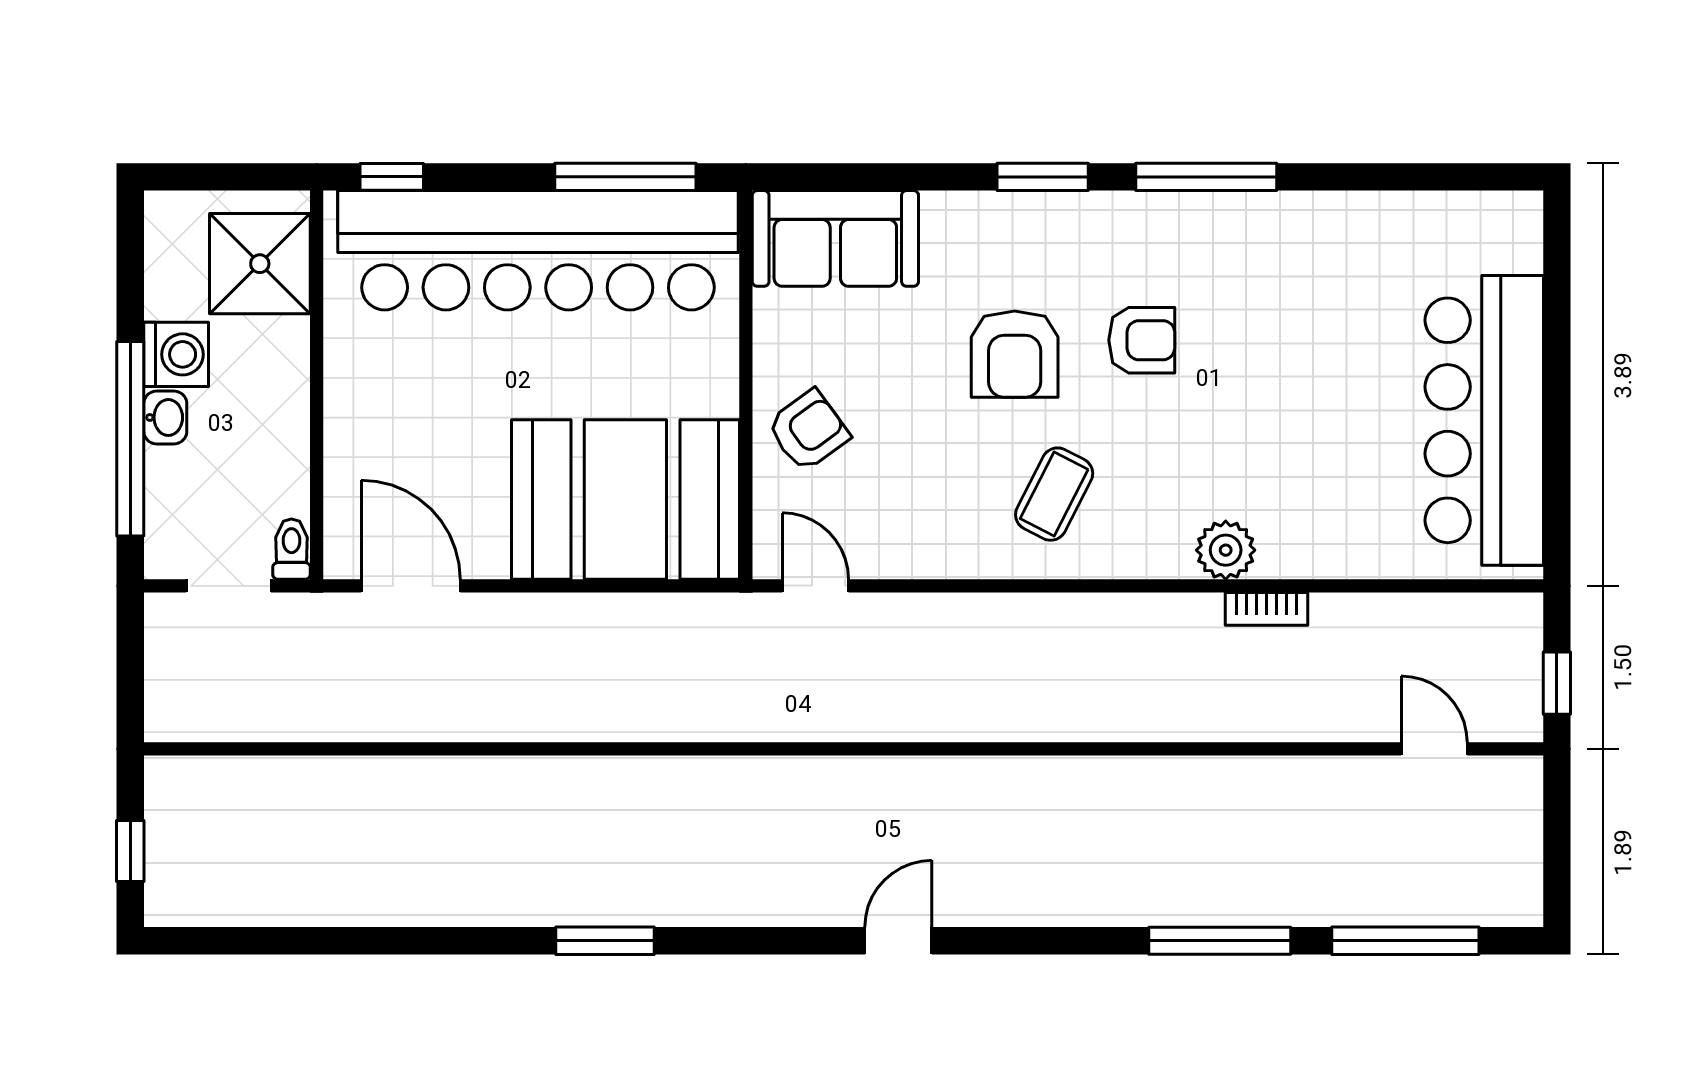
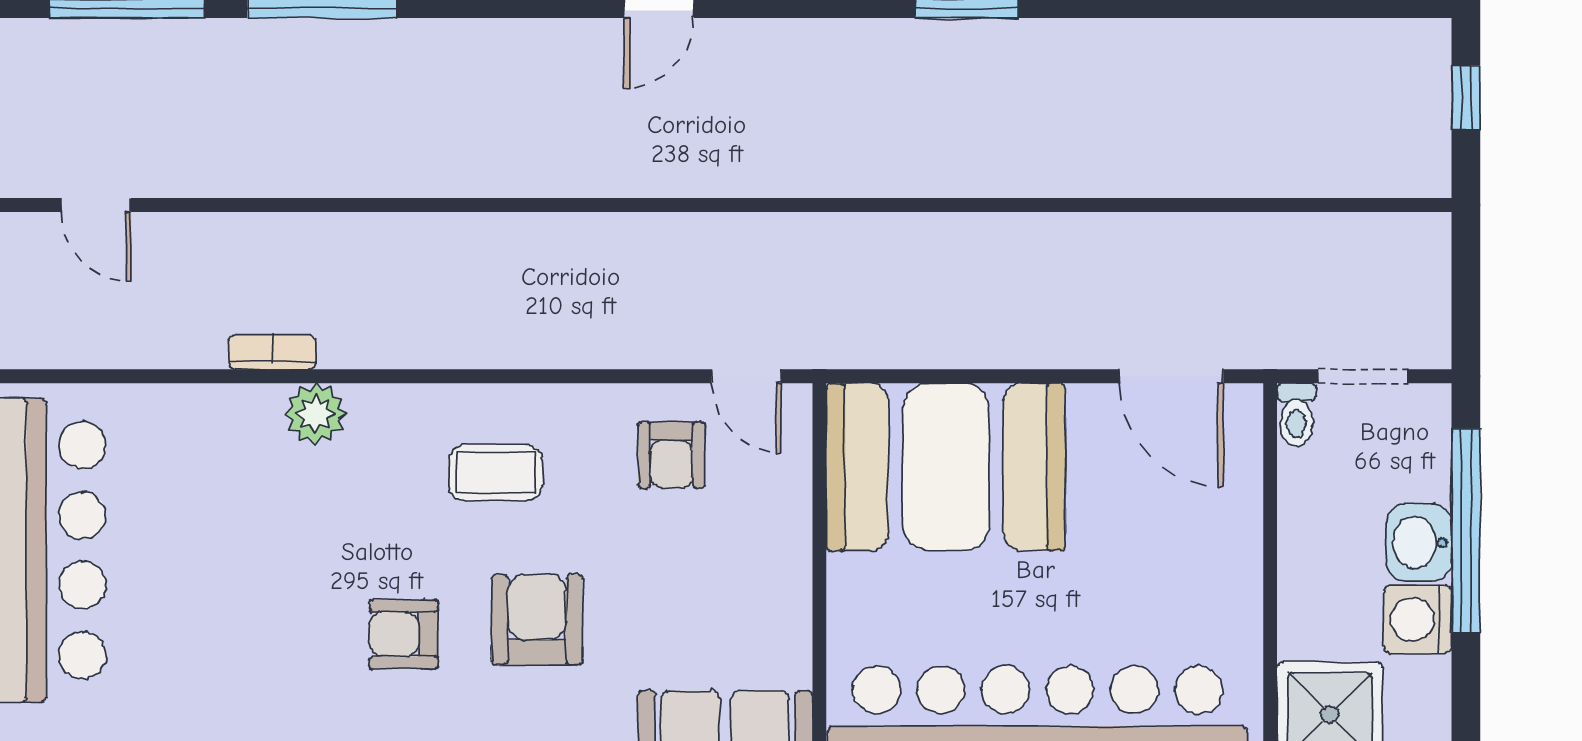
washbasin: (165, 417) -> (1419, 542), width x1.38, depth x1.45
armchair: (808, 430) -> (671, 455), moved, turned -54
coffee table: (1054, 494) -> (496, 473), turned 63

